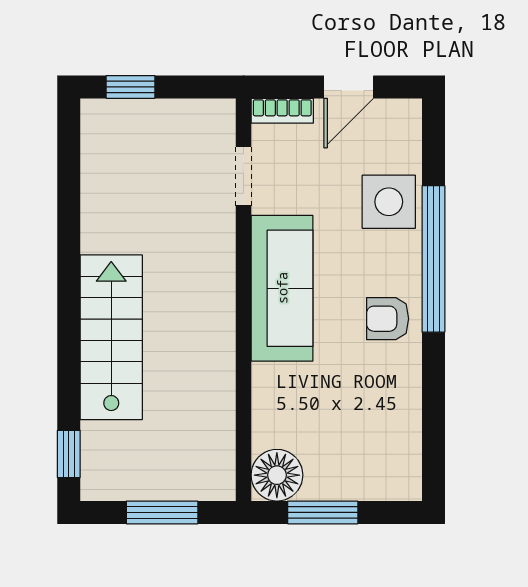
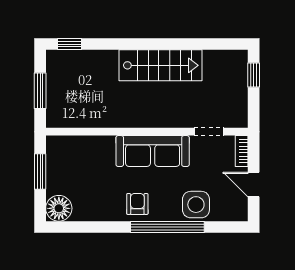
stairs: (111, 337) -> (160, 65), moved
floor lamp: (277, 475) -> (59, 208), moved

